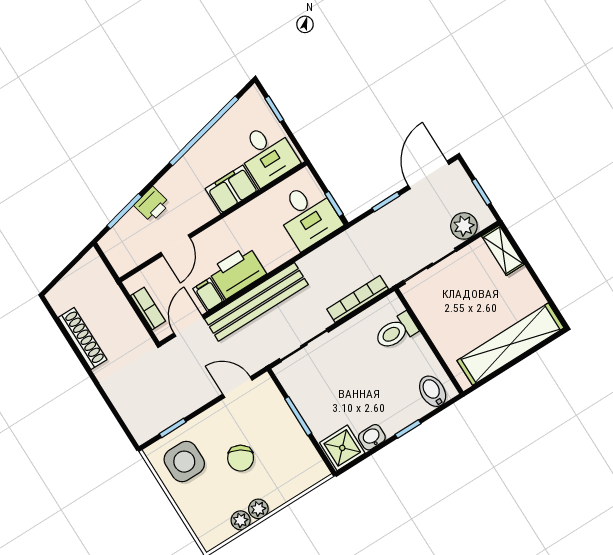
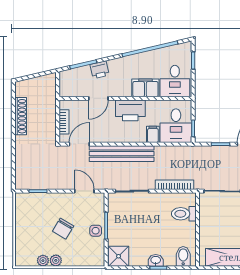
printer: (237, 272) -> (130, 110), moved, turned 180
filing cabinet: (208, 295) -> (153, 134), moved
washbasin: (372, 437) -> (156, 260), moved
side table: (184, 462) -> (96, 231), moved, width x0.54, depth x0.54

